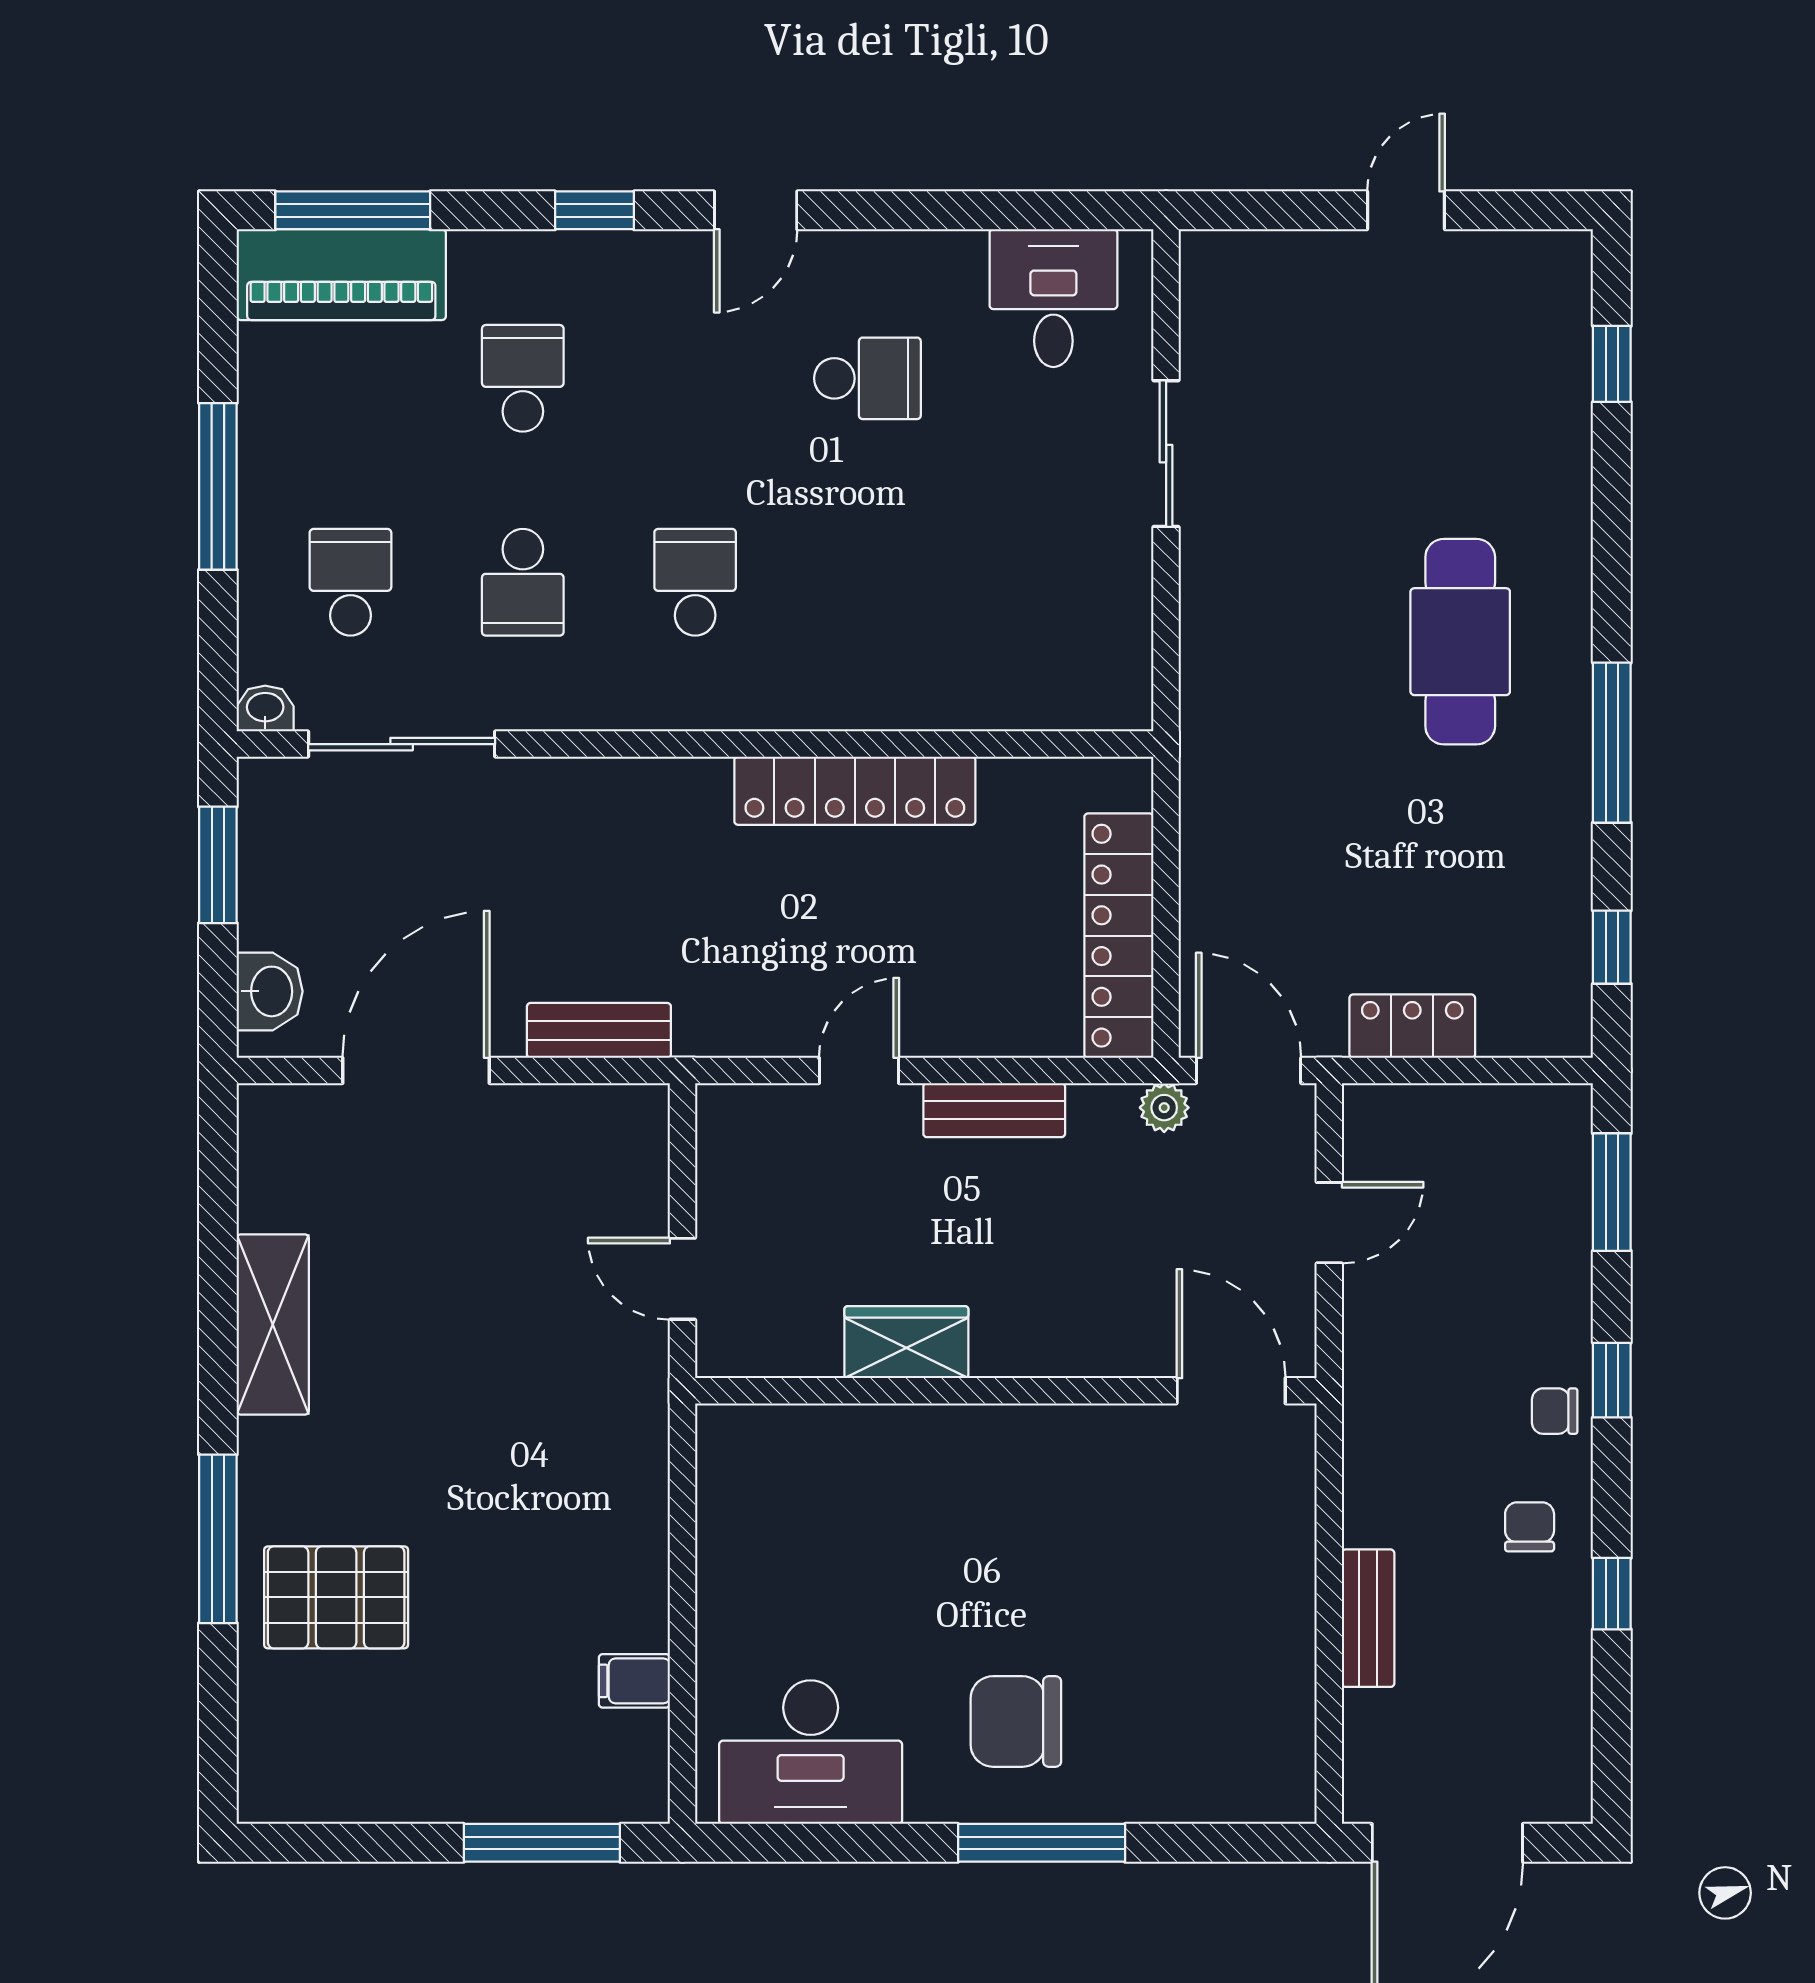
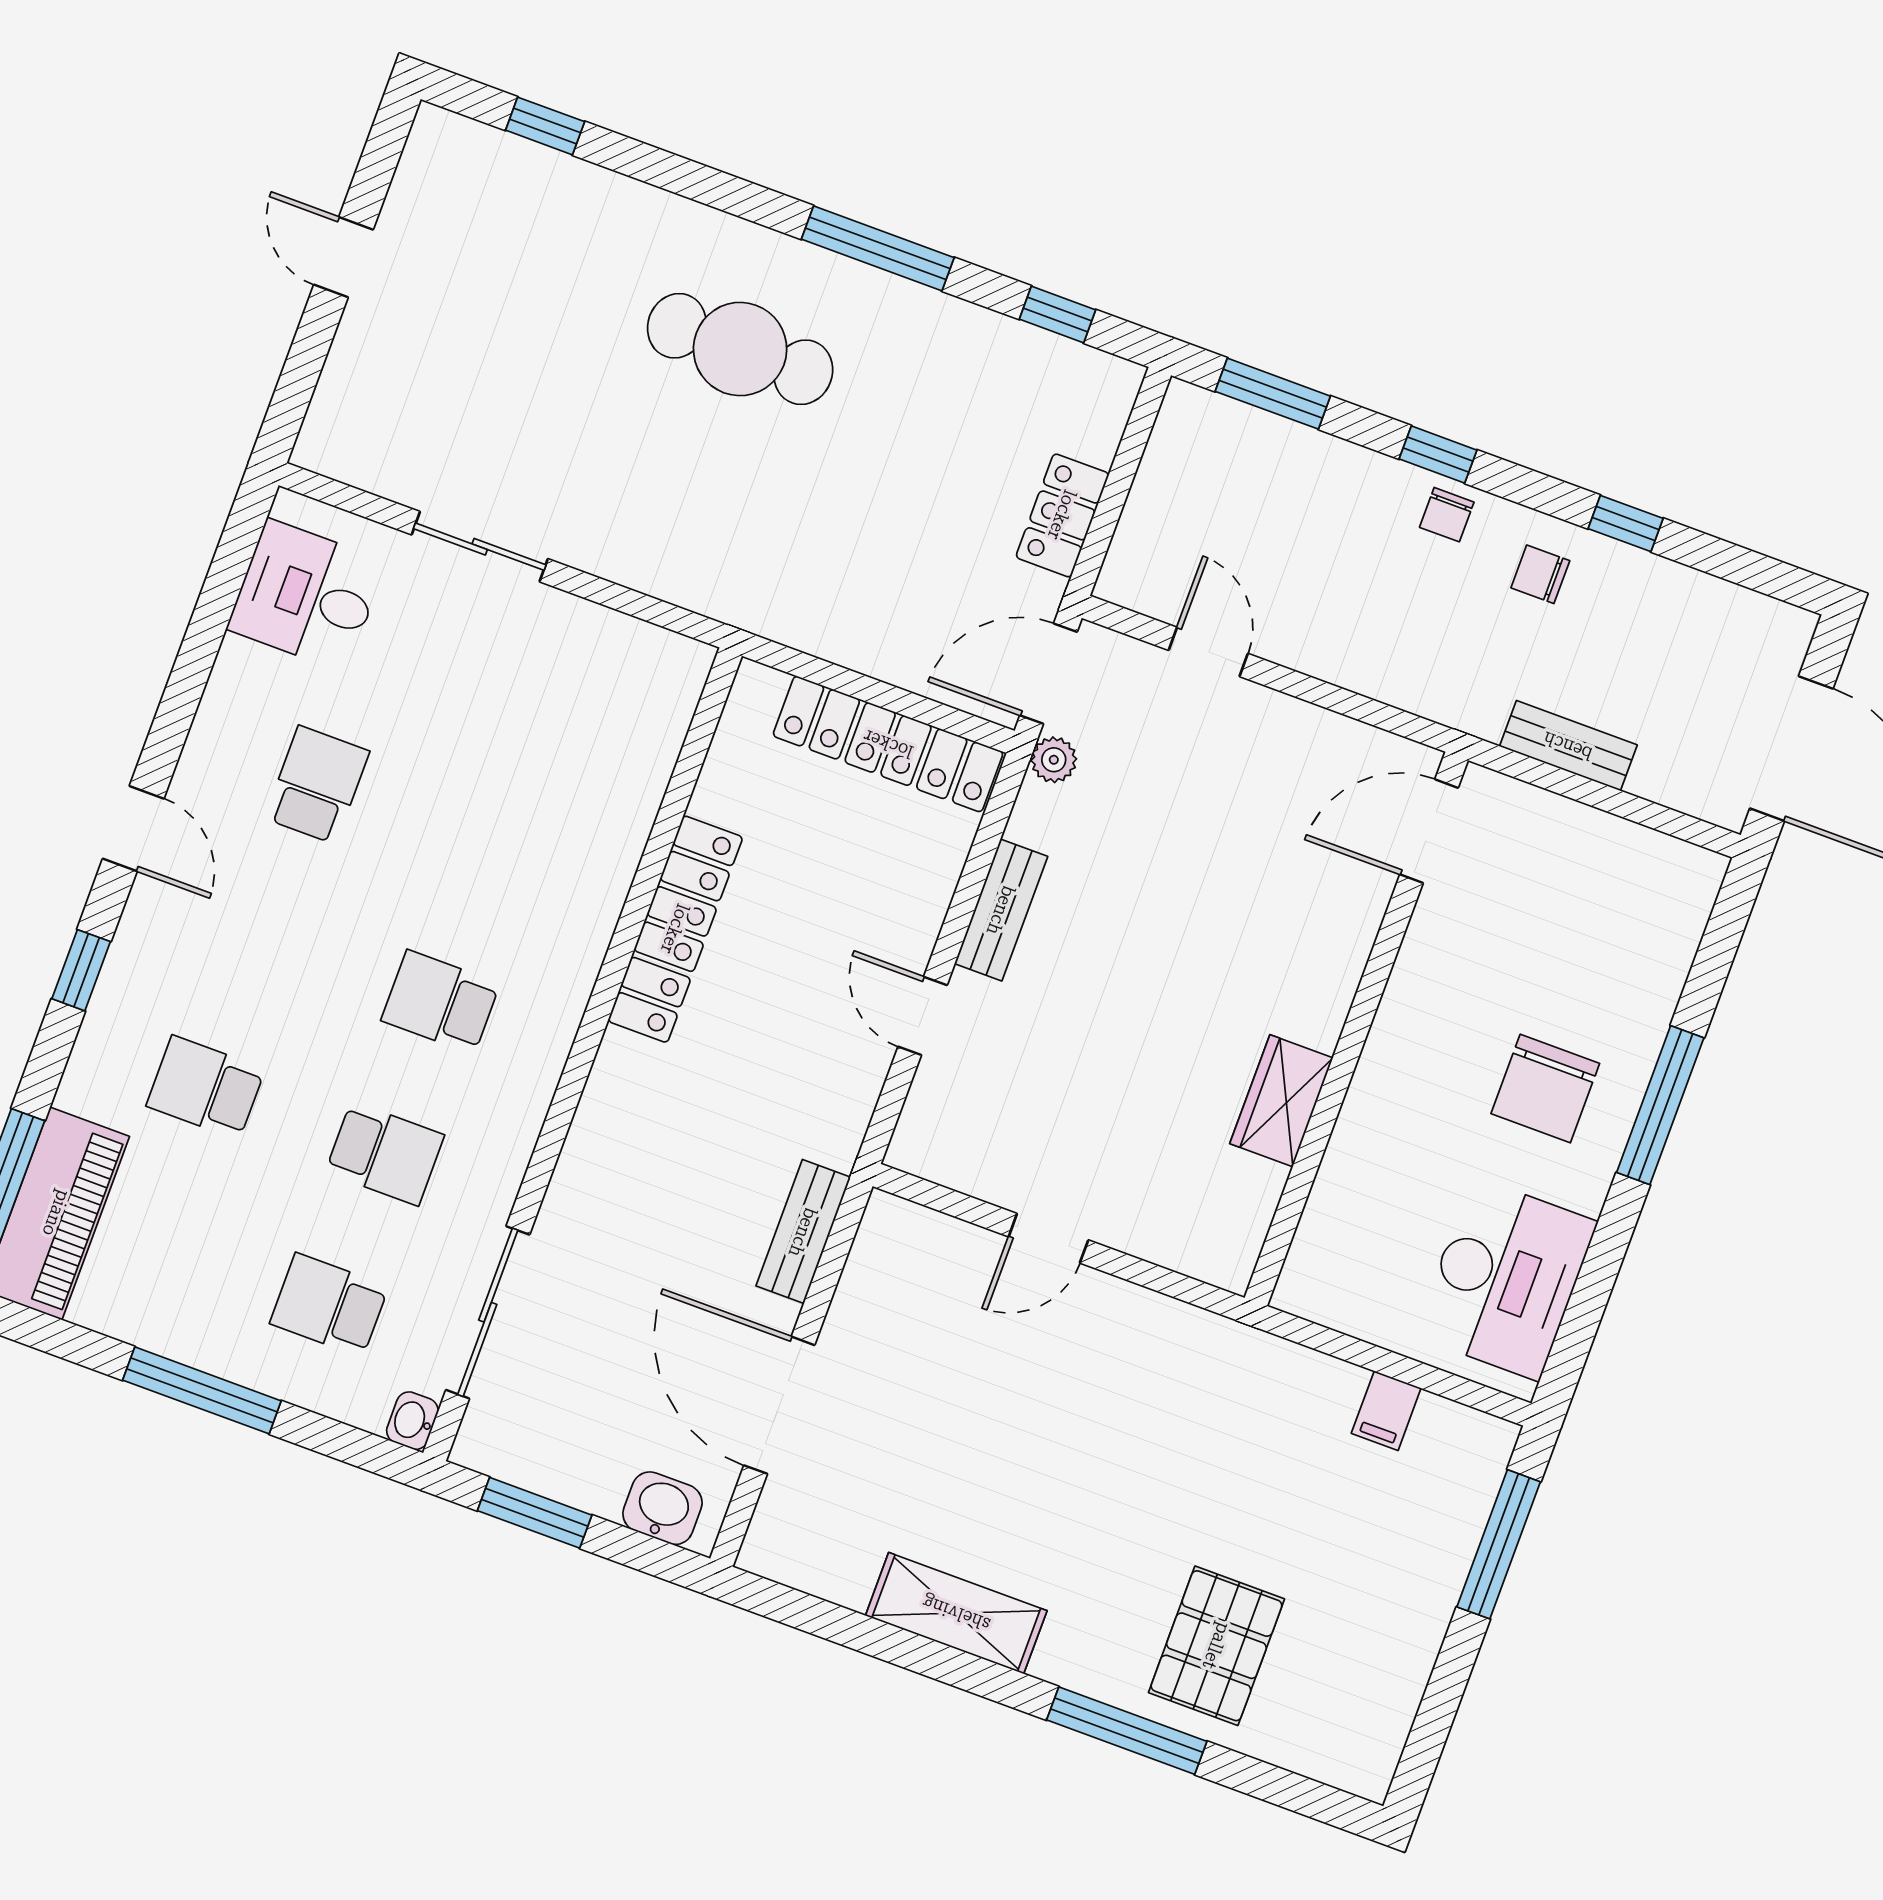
wardrobe: (906, 1342) -> (1281, 1101), moved
wall: (1006, 1391) -> (1356, 1029), moved
door: (1231, 1391) -> (1429, 831), moved

